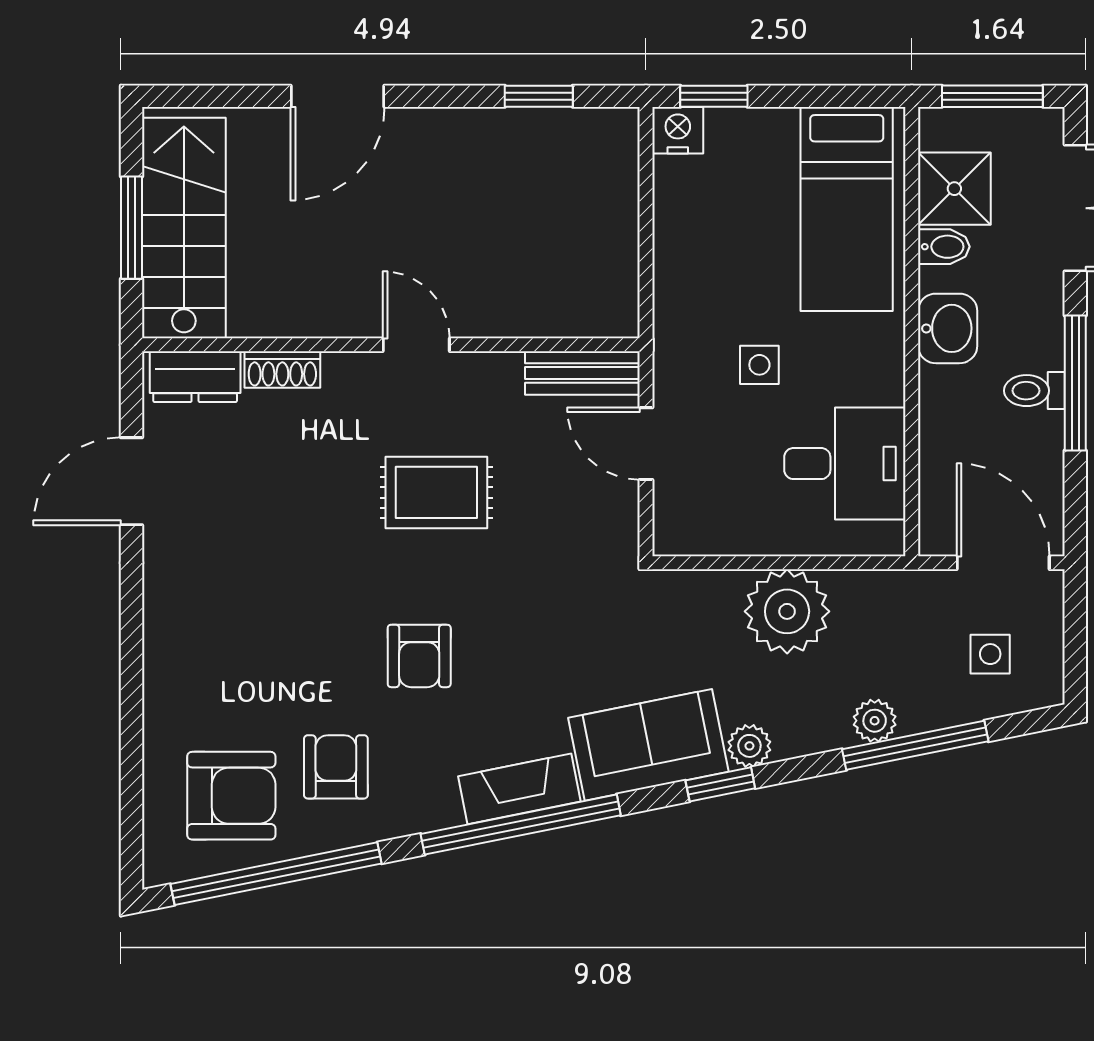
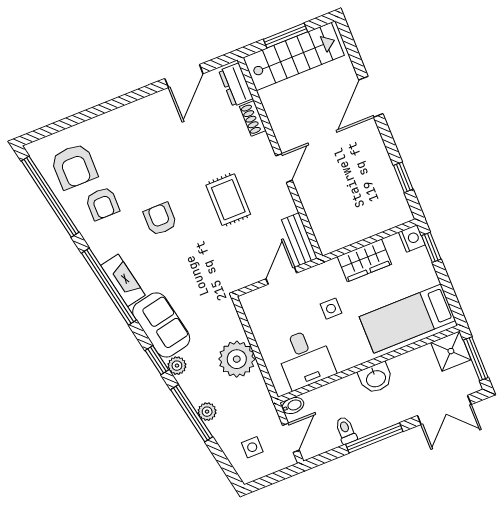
door: (338, 96) -> (371, 97), hinge flipped
shower: (954, 189) -> (451, 351), moved
bidet: (944, 247) -> (293, 406), moved, turned -90
wardrobe: (684, 251) -> (364, 260), added
toilet: (1034, 391) -> (346, 430), moved
door: (132, 481) -> (184, 76), swing flipped
door: (1003, 563) -> (291, 438), width x0.73
armchair: (419, 656) -> (160, 219), turned 90
window: (915, 745) -> (192, 413), moved
armchair: (336, 767) -> (102, 203), turned 90

